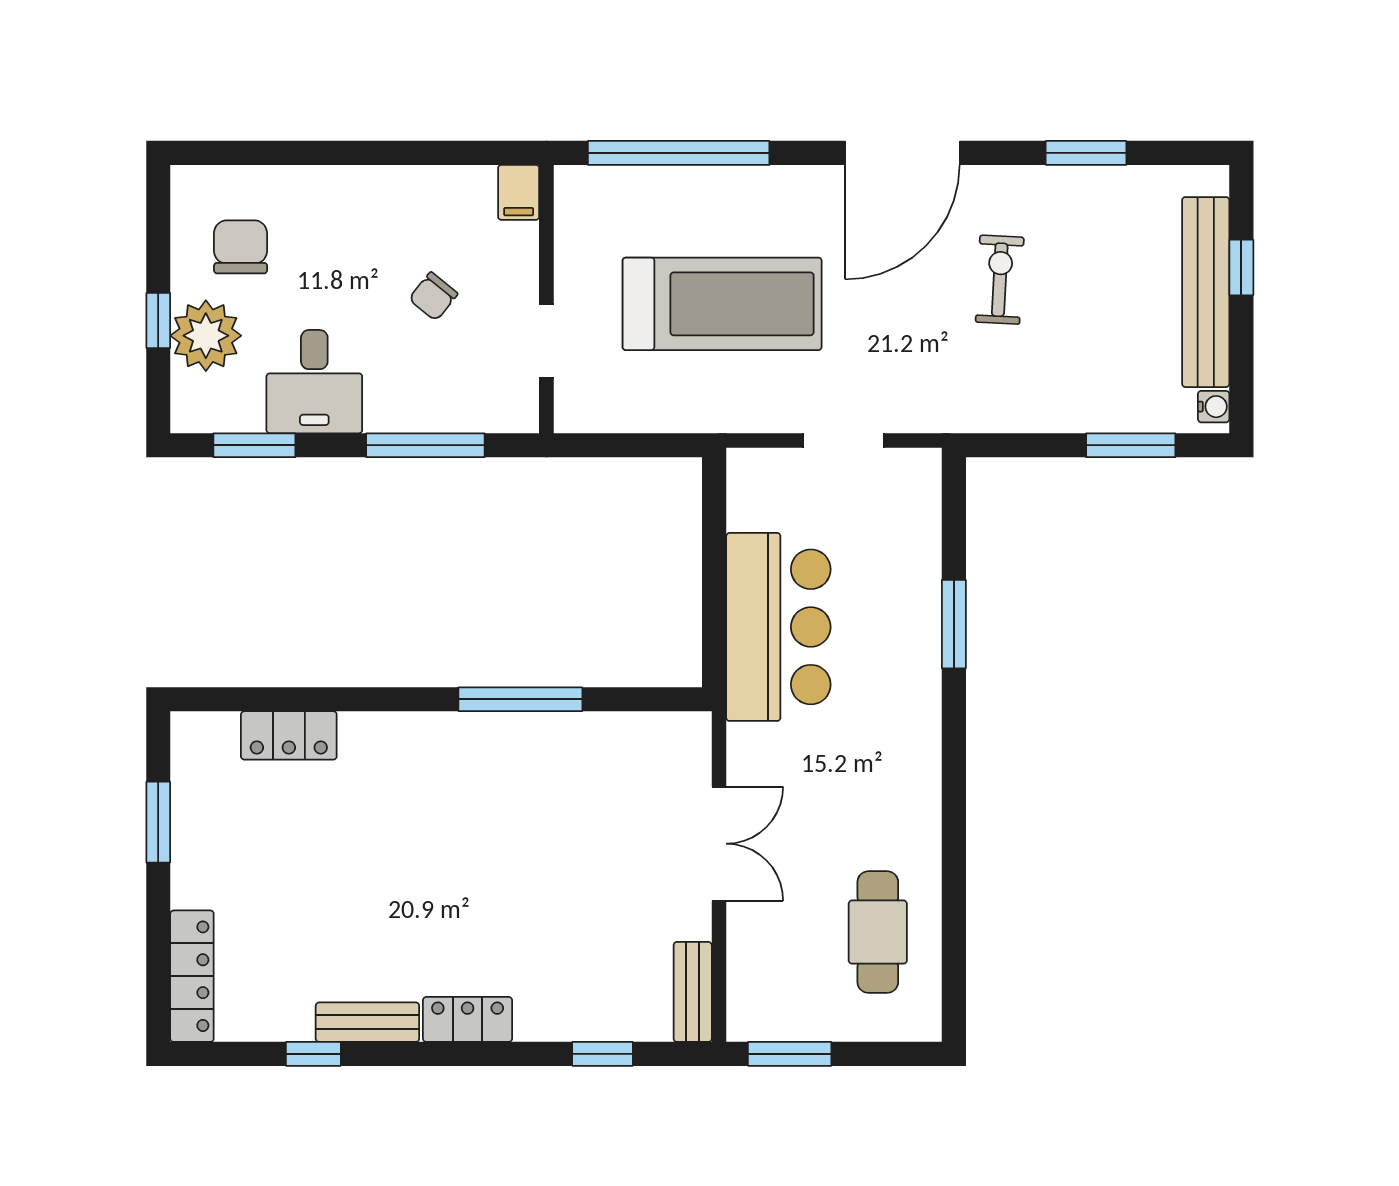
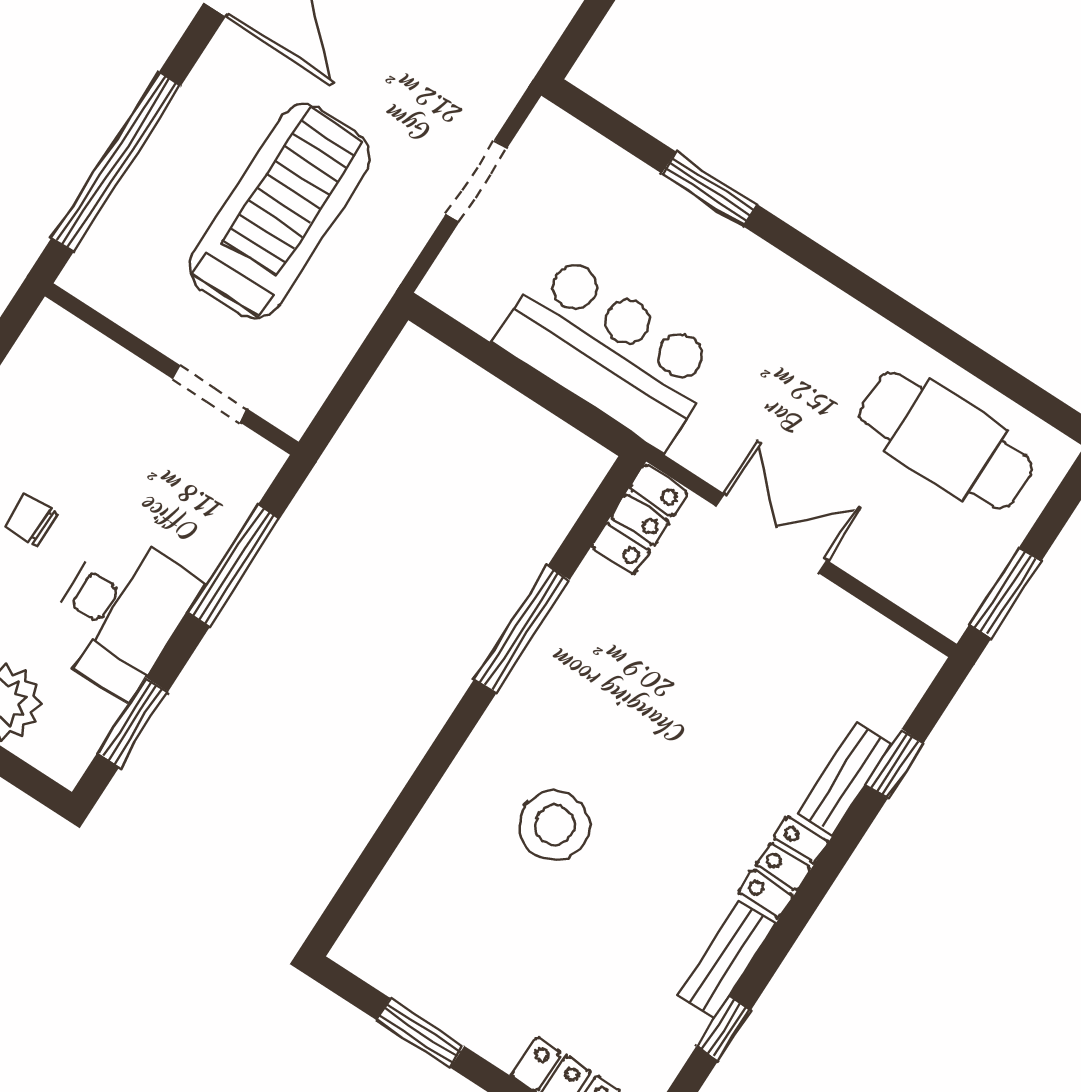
filing cabinet: (519, 192) -> (58, 331), removed
chair: (433, 296) -> (31, 520), moved, turned 141
desk: (314, 382) -> (120, 614), width x1.37
locker: (289, 735) -> (640, 520), moved
stool: (386, 822) -> (554, 825), added
cafe table: (878, 932) -> (946, 440), width x1.37, depth x1.35
bench: (693, 992) -> (845, 779), moved, turned 90

